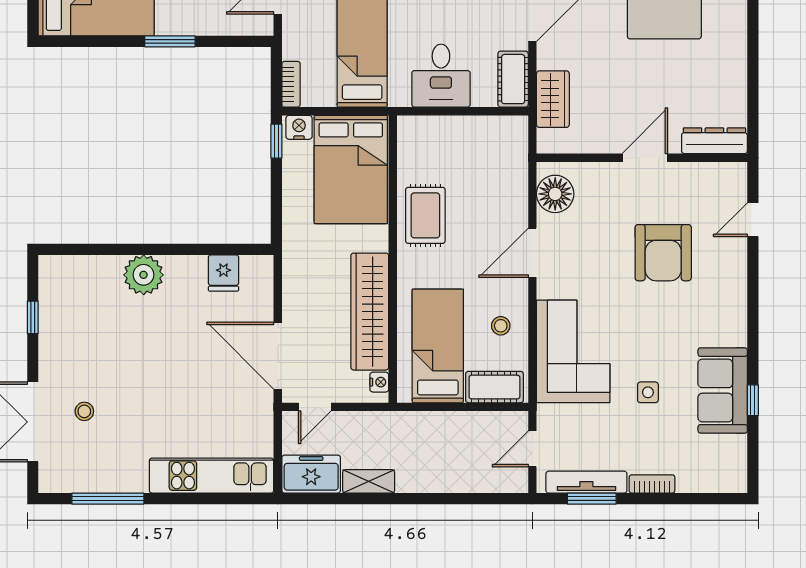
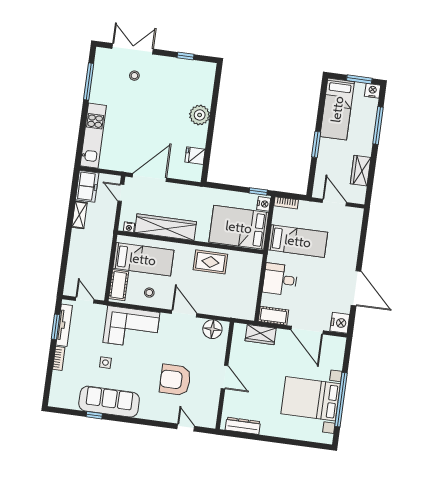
dresser: (714, 141) -> (243, 426), moved, turned -90
sofa: (723, 390) -> (109, 402), width x1.36

